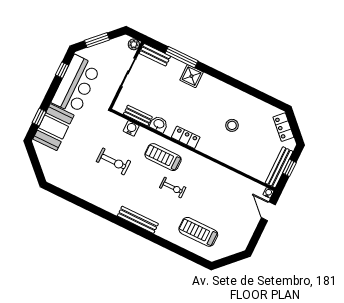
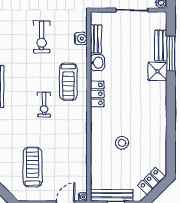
bench: (155, 55) -> (161, 46), moved
stool: (232, 125) -> (122, 143), moved
treadmill: (163, 157) -> (68, 82), turned 180
treadmill: (198, 232) -> (33, 167), moved

